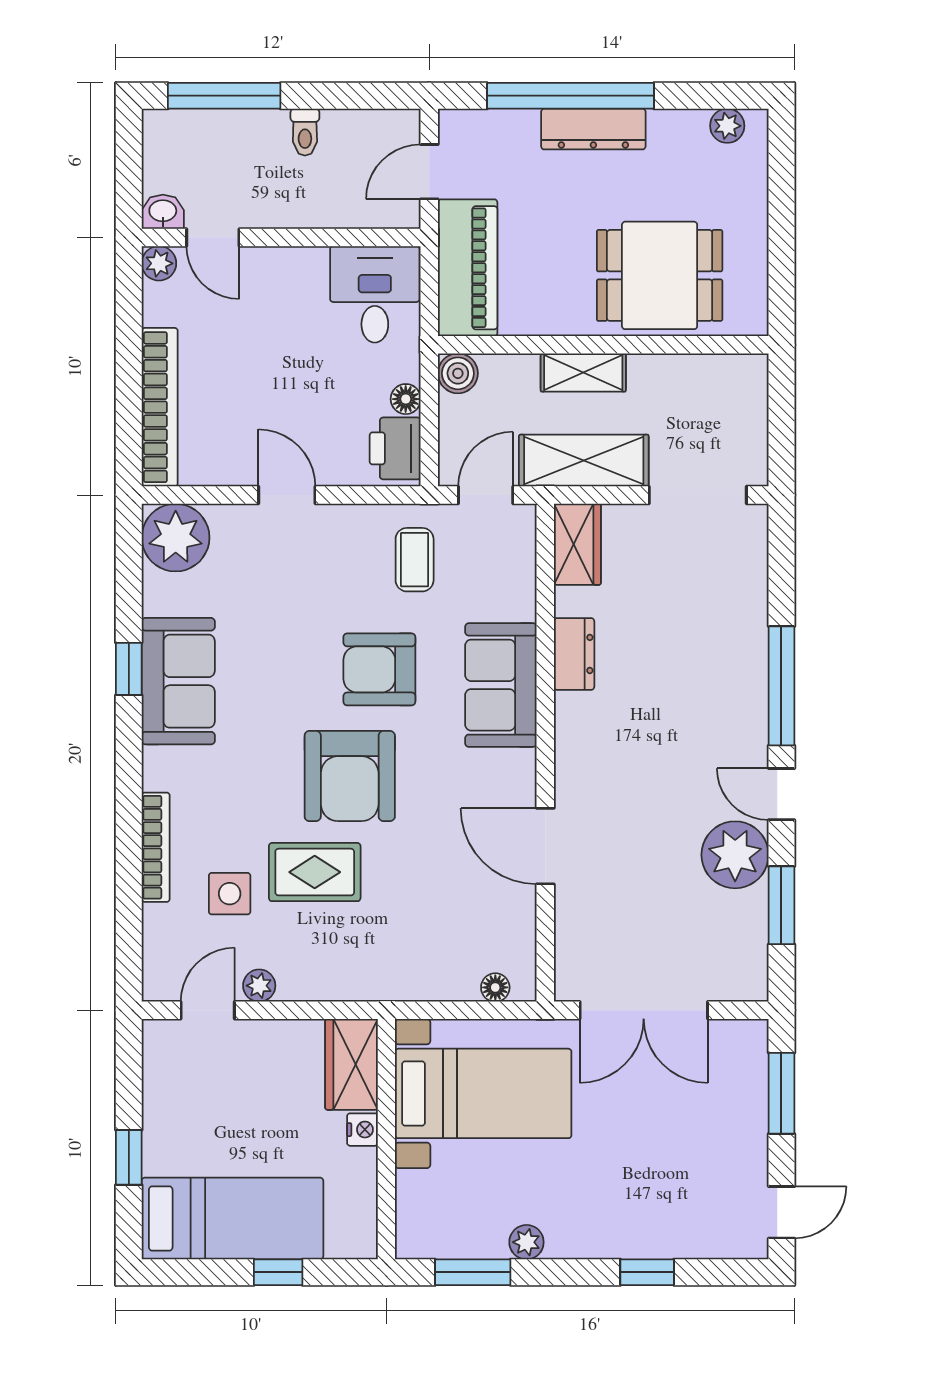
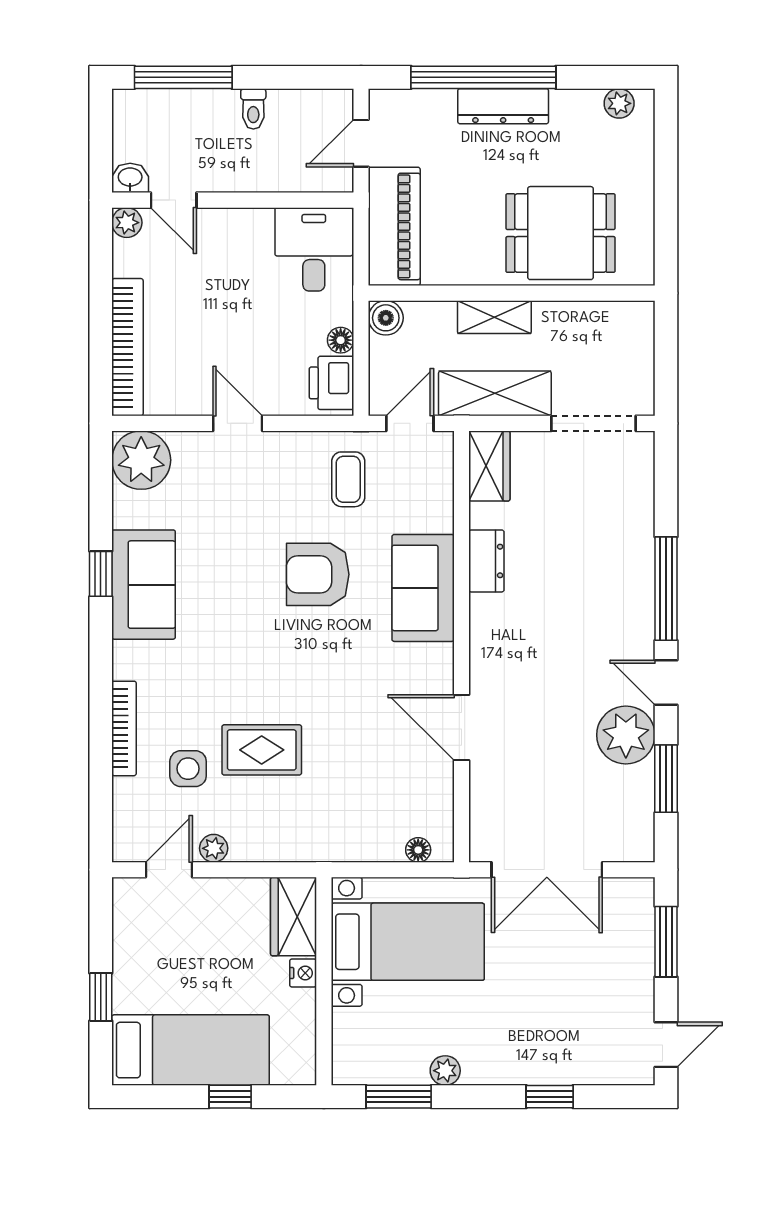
armchair: (350, 776) -> (292, 667), removed

